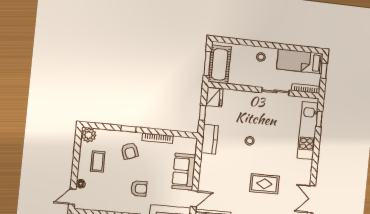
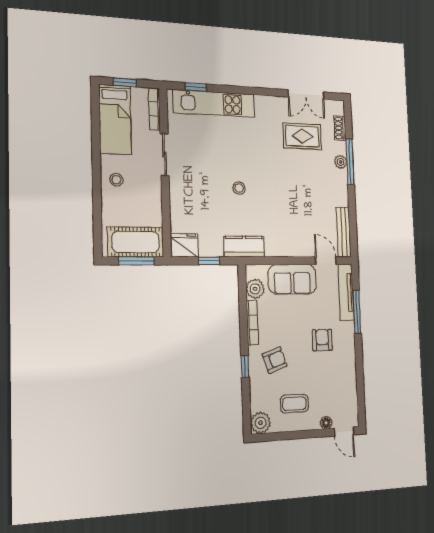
plant: (180, 143) -> (255, 289), added
rug: (264, 184) -> (302, 136), moved, turned 90

